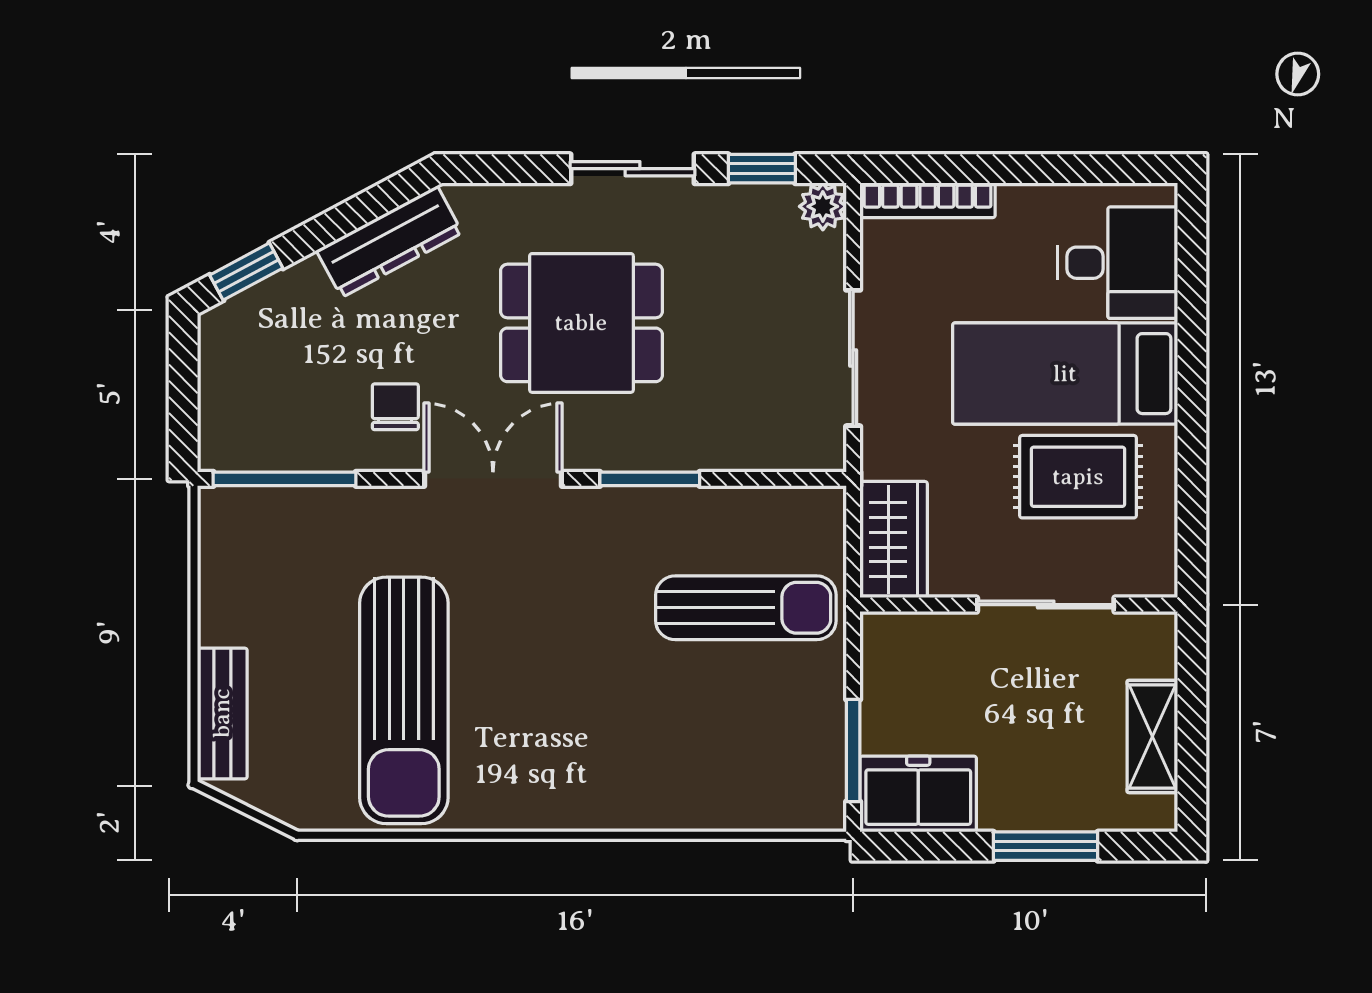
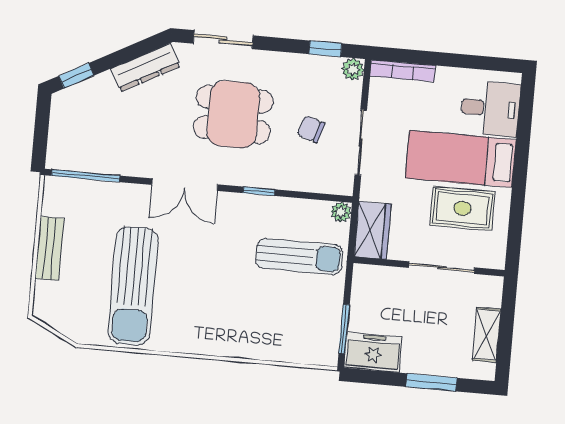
sliding door: (632, 169) -> (223, 40), moved
chair: (395, 407) -> (311, 129), moved, turned -73
double door: (493, 479) -> (185, 185), swing flipped
window: (650, 479) -> (259, 191), width x0.67
plant: (825, 507) -> (341, 212), added
bench: (222, 713) -> (49, 248), moved

